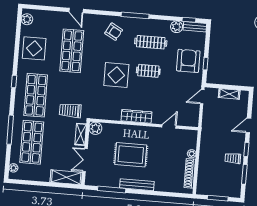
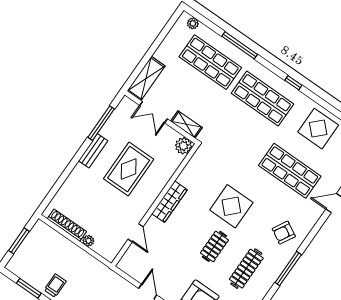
trolley: (70, 110) -> (221, 129), removed
double door: (85, 160) -> (154, 112), swing flipped
bench: (137, 185) -> (93, 151), width x0.73

